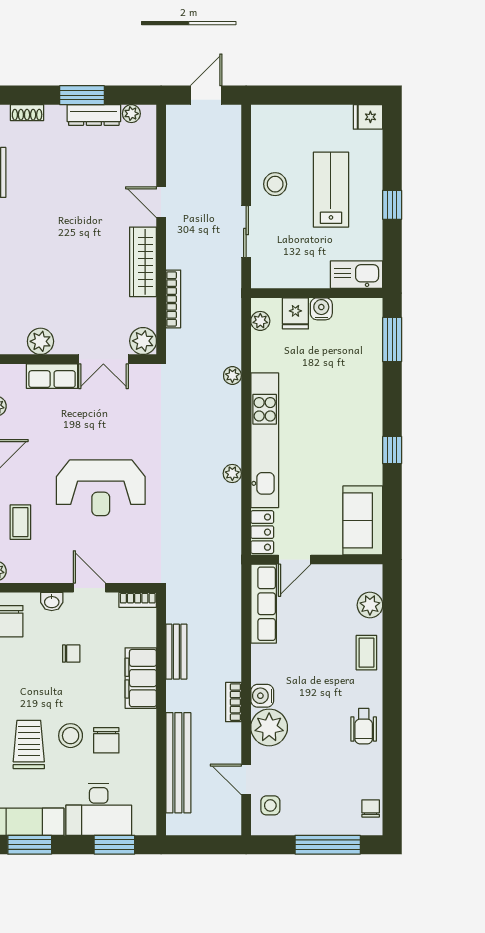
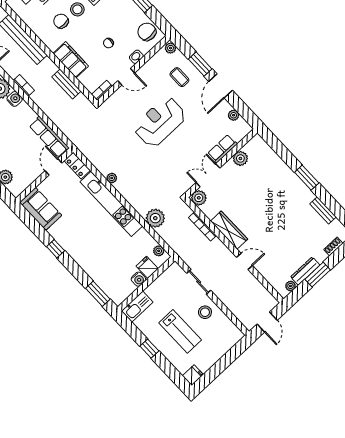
plant: (232, 376) -> (155, 218), width x1.88, depth x1.88

